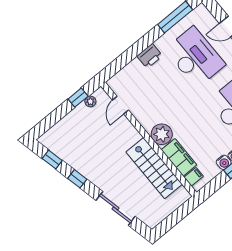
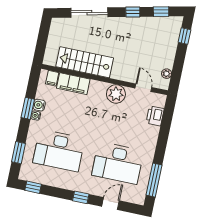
printer: (150, 56) -> (155, 116), moved
window: (78, 98) -> (184, 36), moved
plant: (162, 134) -> (116, 94), moved

